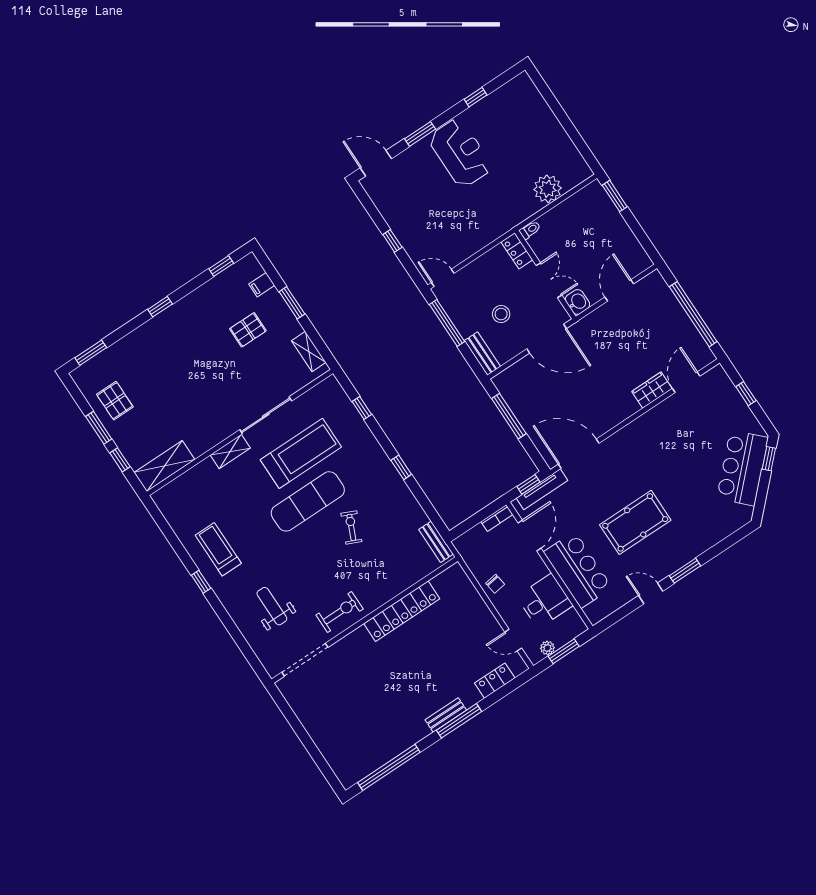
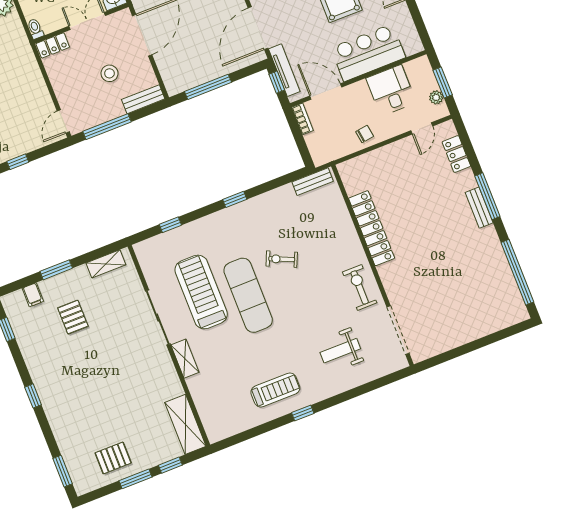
treadmill: (218, 549) -> (275, 390), turned 180

